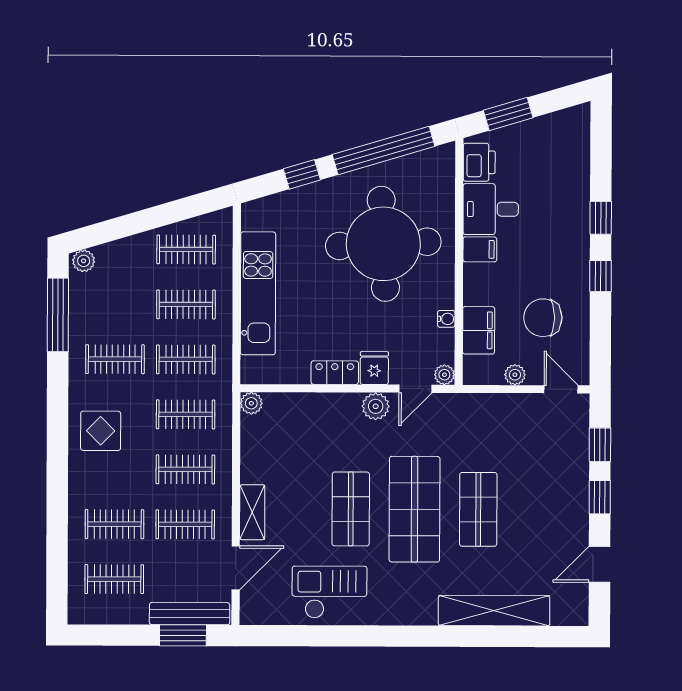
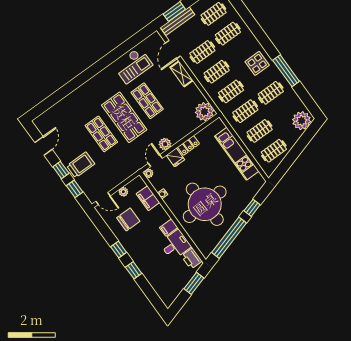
plant: (84, 261) -> (302, 121), width x1.88, depth x1.88
window: (58, 315) -> (286, 71), moved
plant: (251, 403) -> (204, 112), width x1.87, depth x1.87
trolley: (557, 480) -> (81, 165), added
shelving: (494, 611) -> (69, 102), removed

